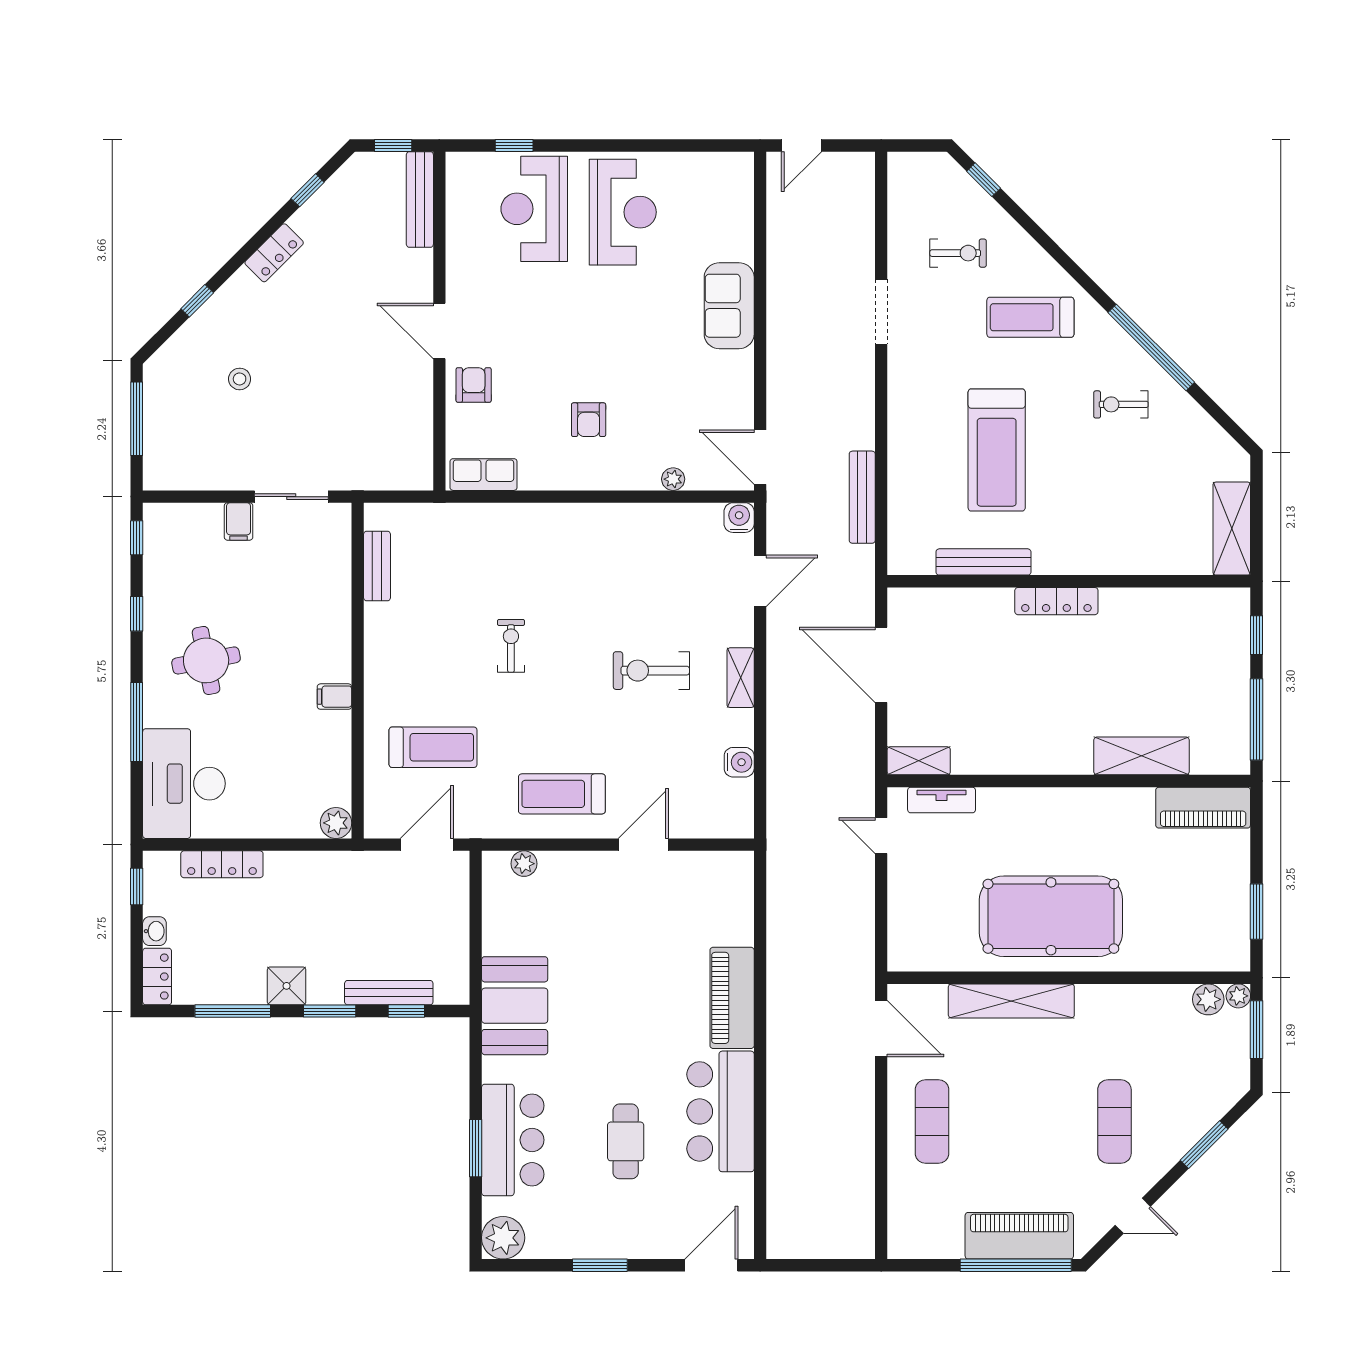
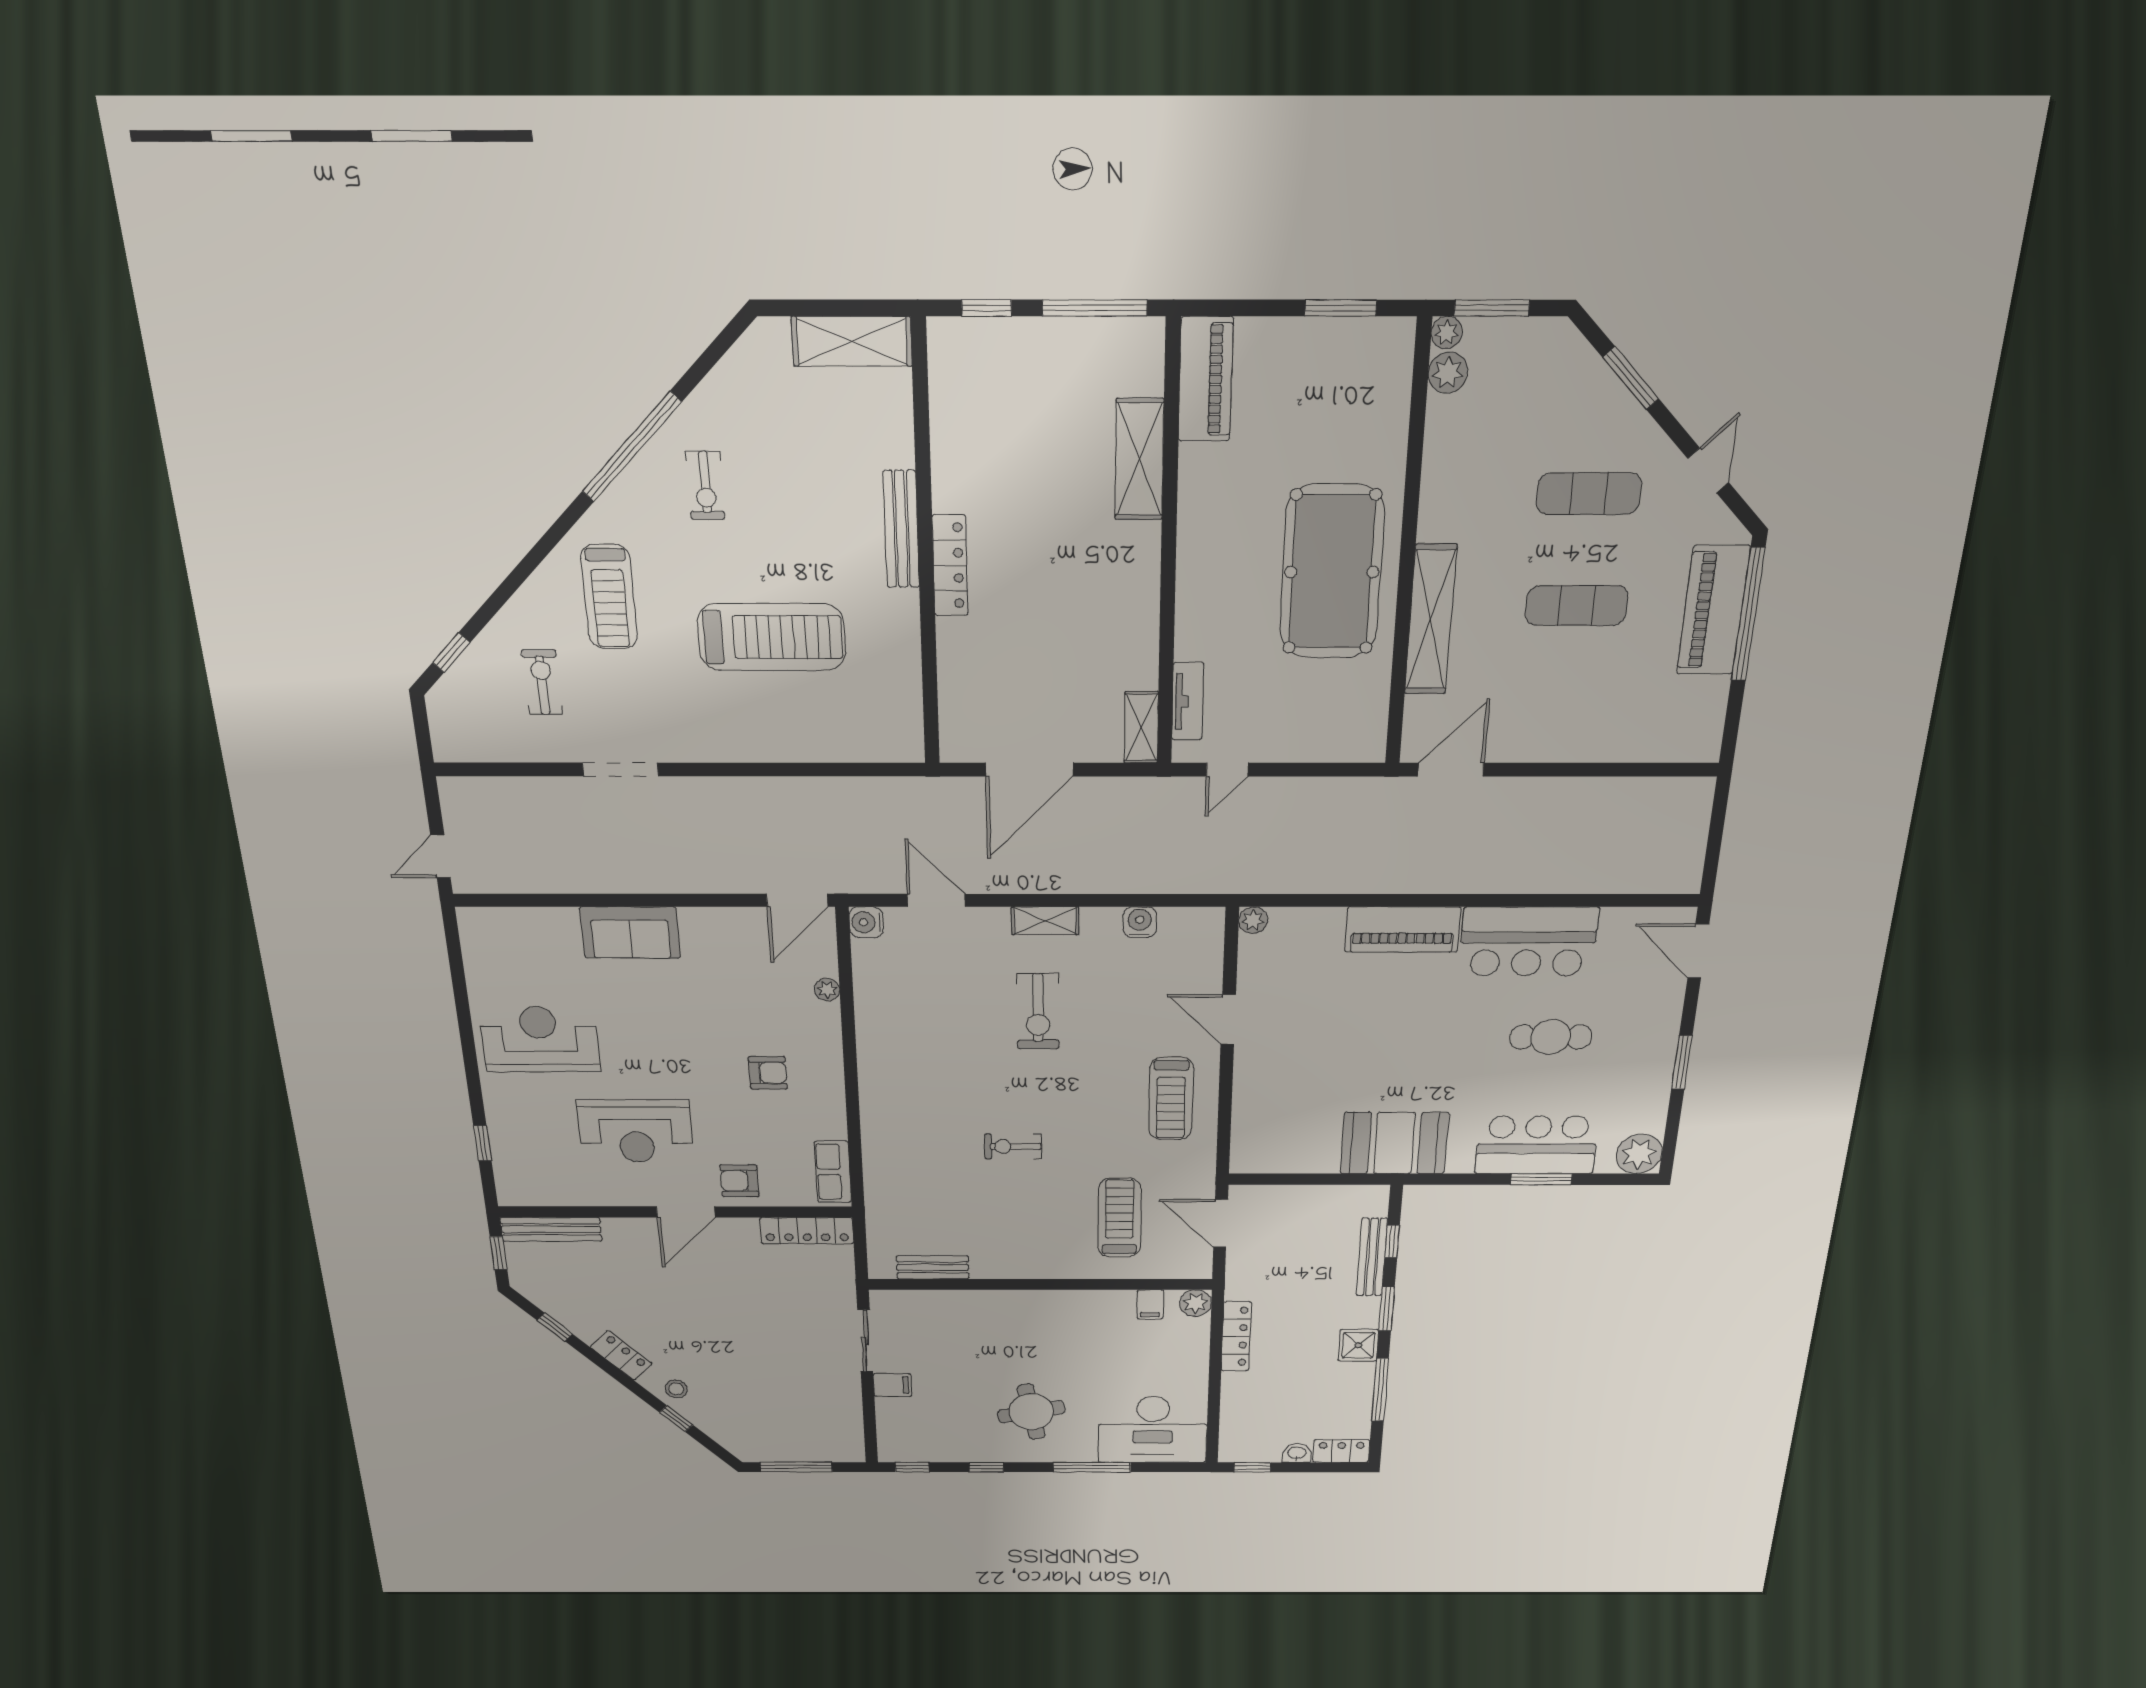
door: (802, 145) -> (441, 856), swing flipped
reception desk: (534, 209) -> (636, 1131), moved
stool: (240, 379) -> (676, 1389), moved
locker: (419, 446) -> (807, 1231), added
bench: (862, 497) -> (836, 791), removed
bench: (983, 562) -> (901, 529), moved
filing cabinet: (334, 697) -> (1150, 1304), moved
locker: (222, 864) -> (1236, 1336), moved
plant: (524, 864) -> (1253, 920), moved
exercise mat: (932, 1122) -> (1577, 606), moved

